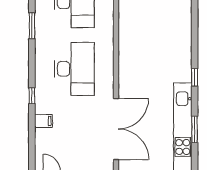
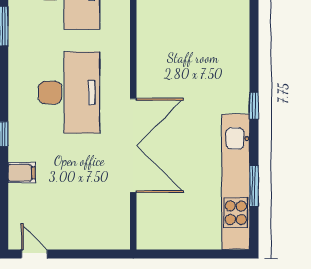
double door: (116, 129) -> (133, 145), moved

